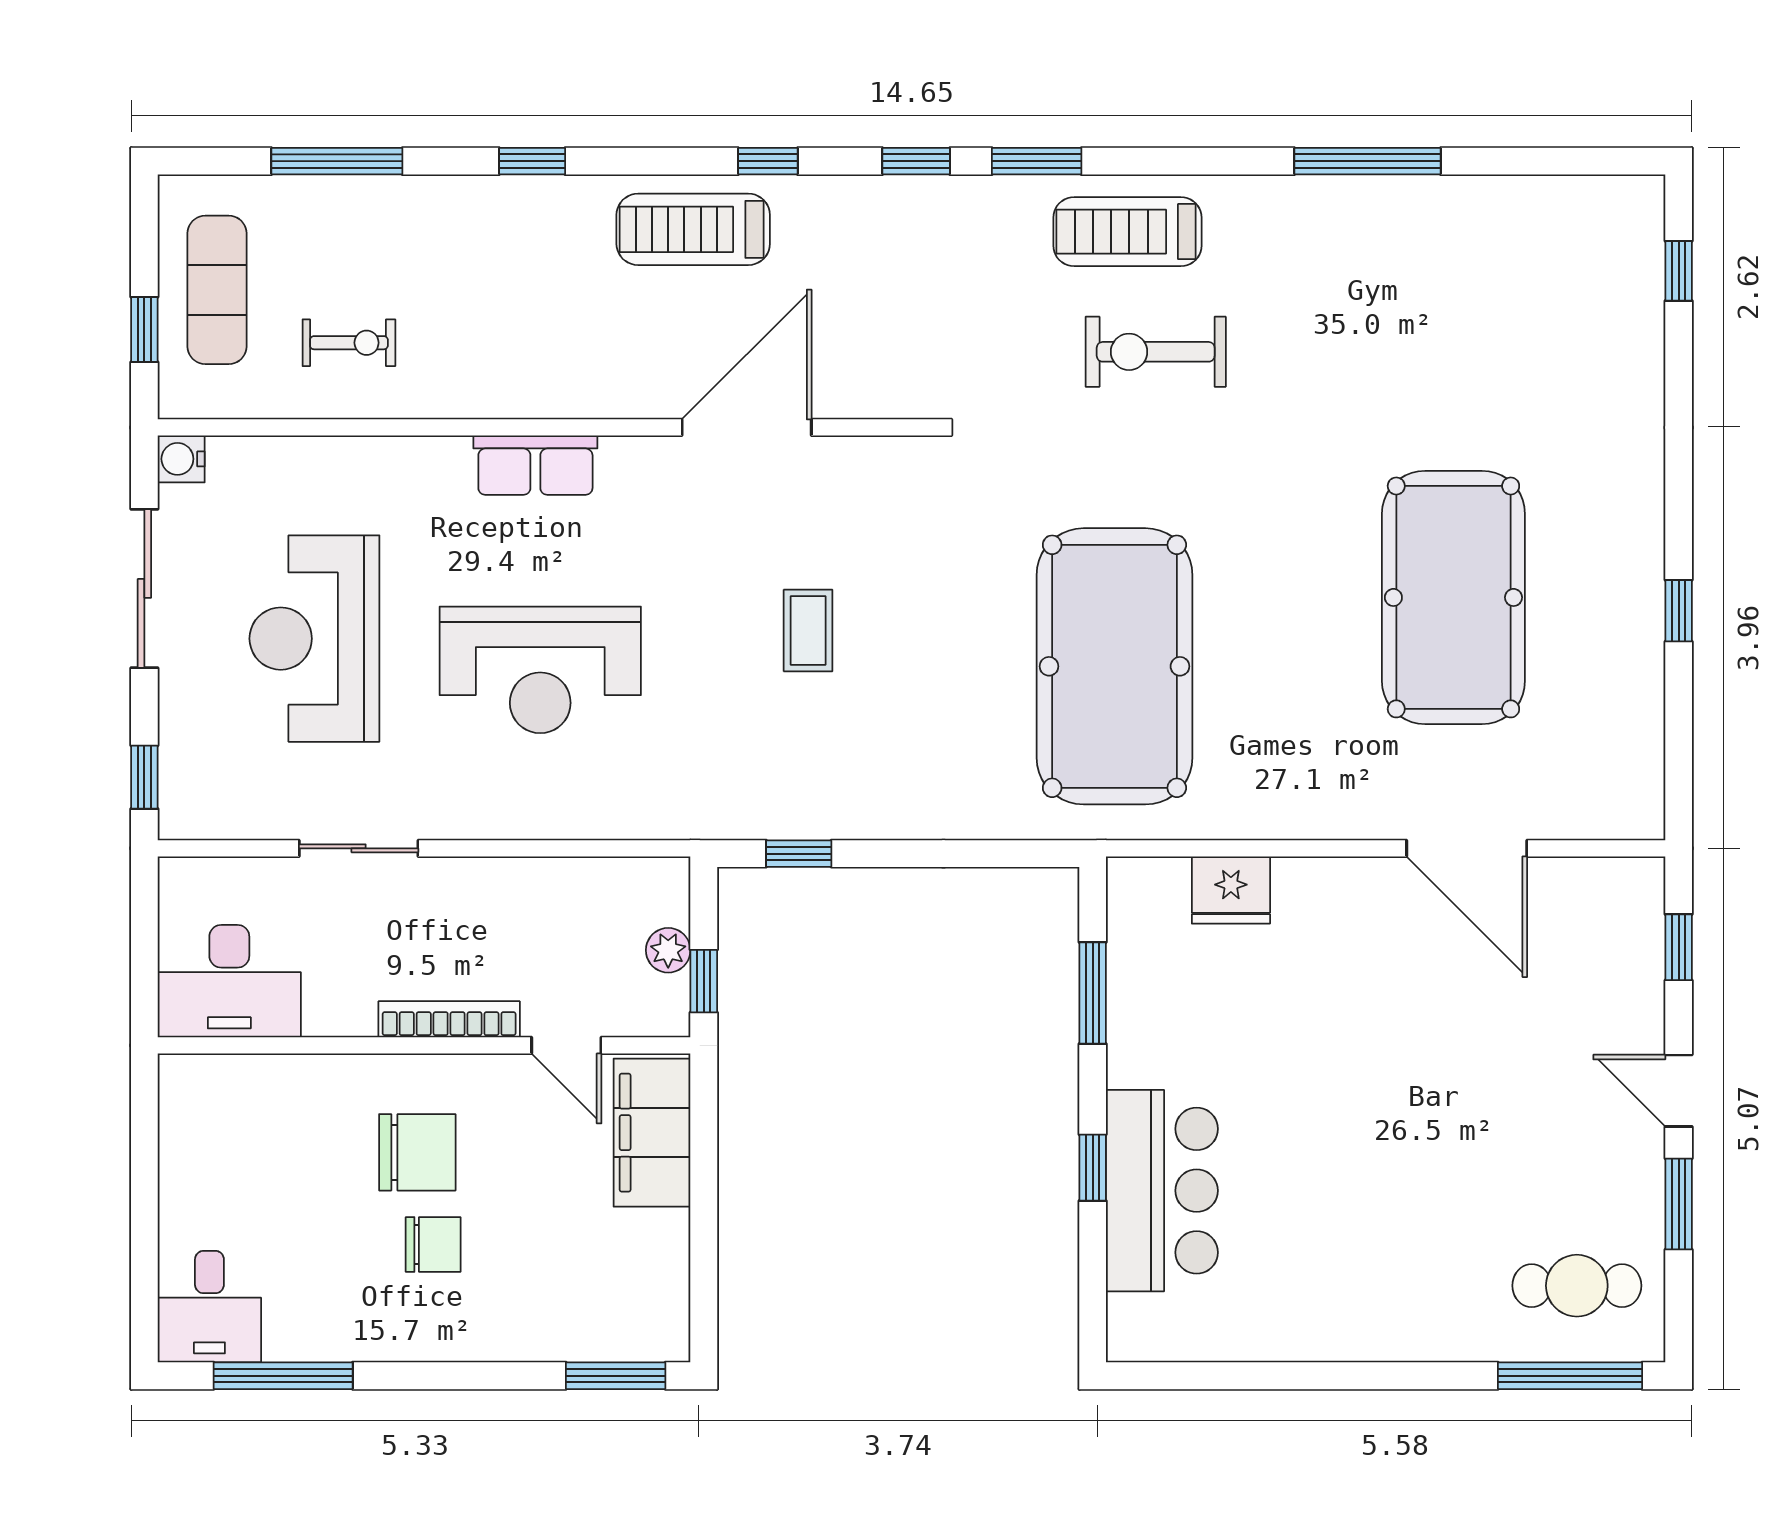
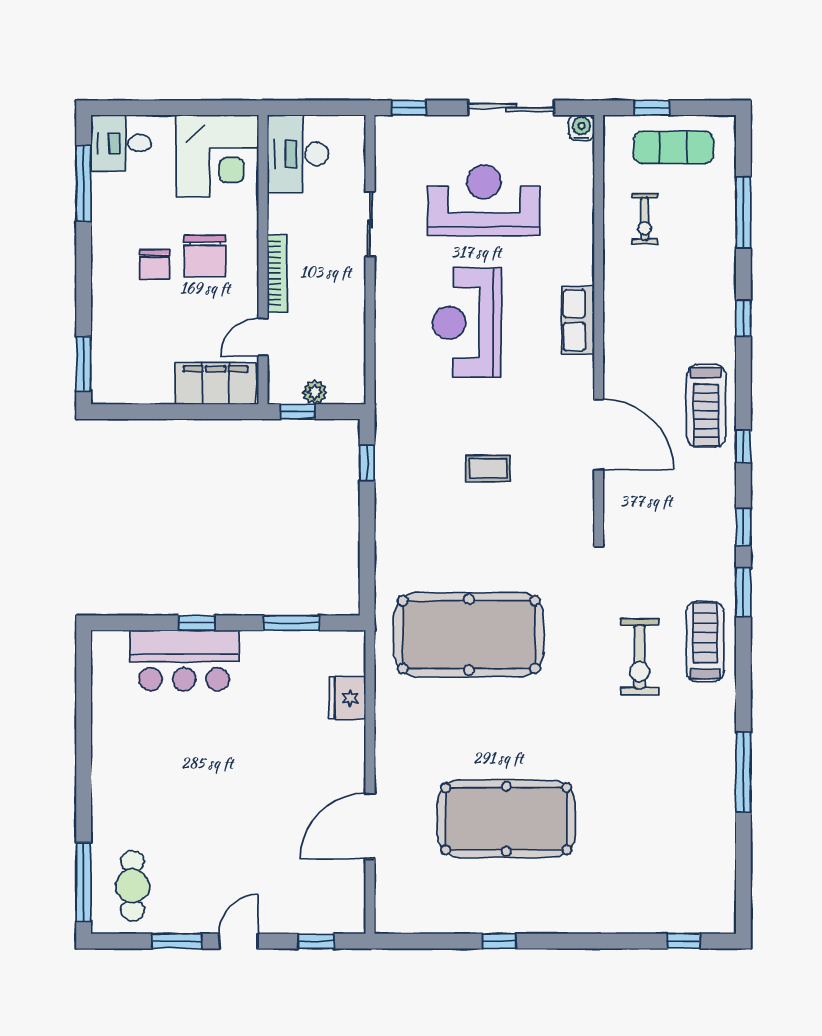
treadmill: (693, 229) -> (706, 406), turned 180
exercise bike: (1156, 352) -> (640, 657), turned 180
corner desk: (233, 1129) -> (217, 156), added

